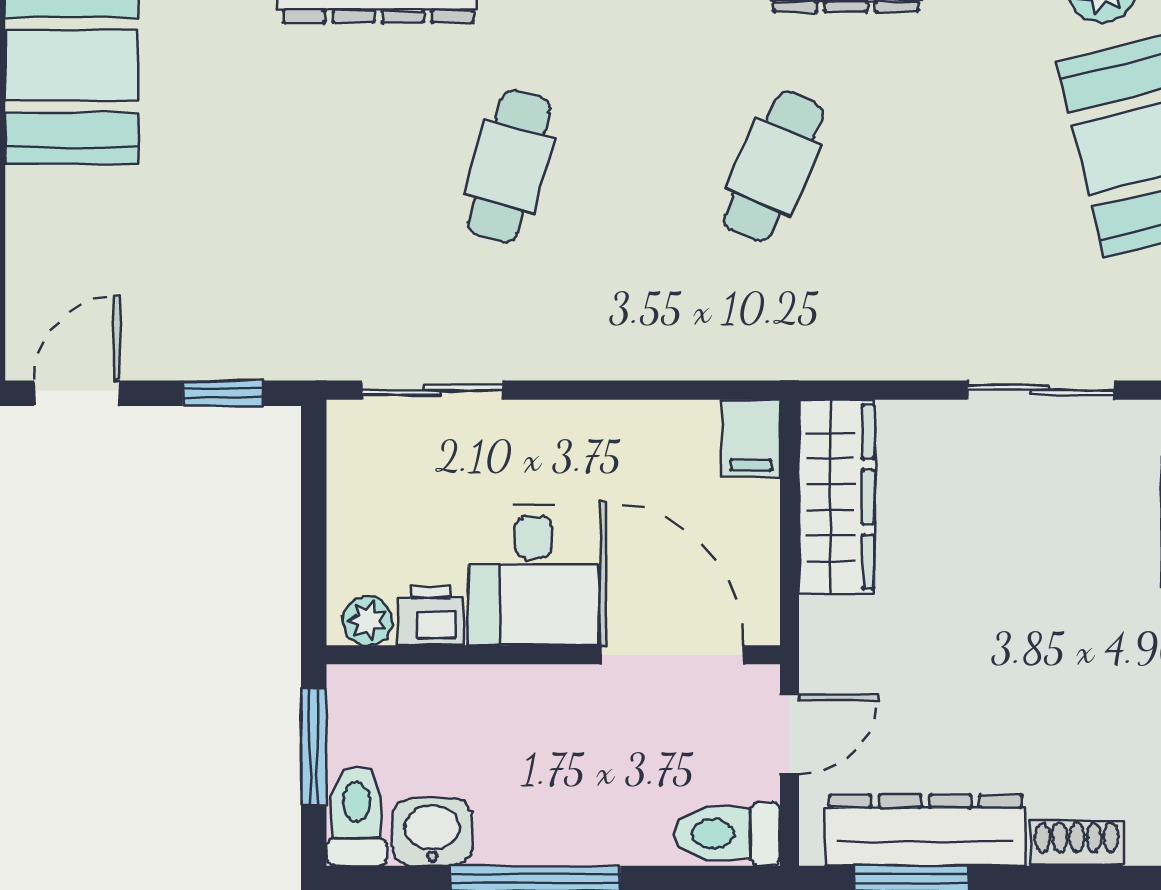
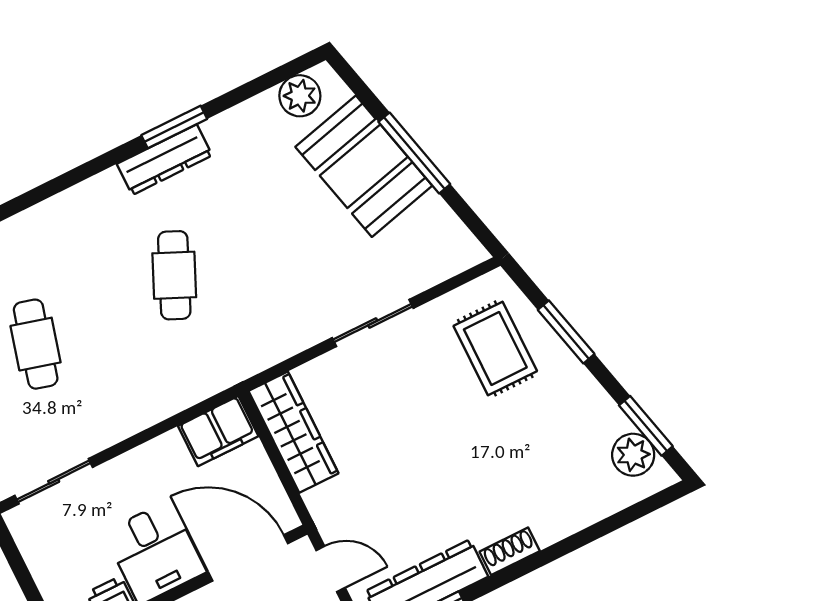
filing cabinet: (751, 438) -> (218, 431), width x2.00
door: (790, 734) -> (331, 569), hinge flipped

